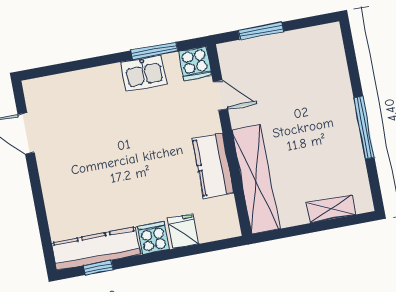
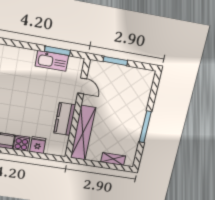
cooker: (195, 63) -> (76, 65), removed
kitchen sink: (144, 73) -> (52, 61), width x1.38

